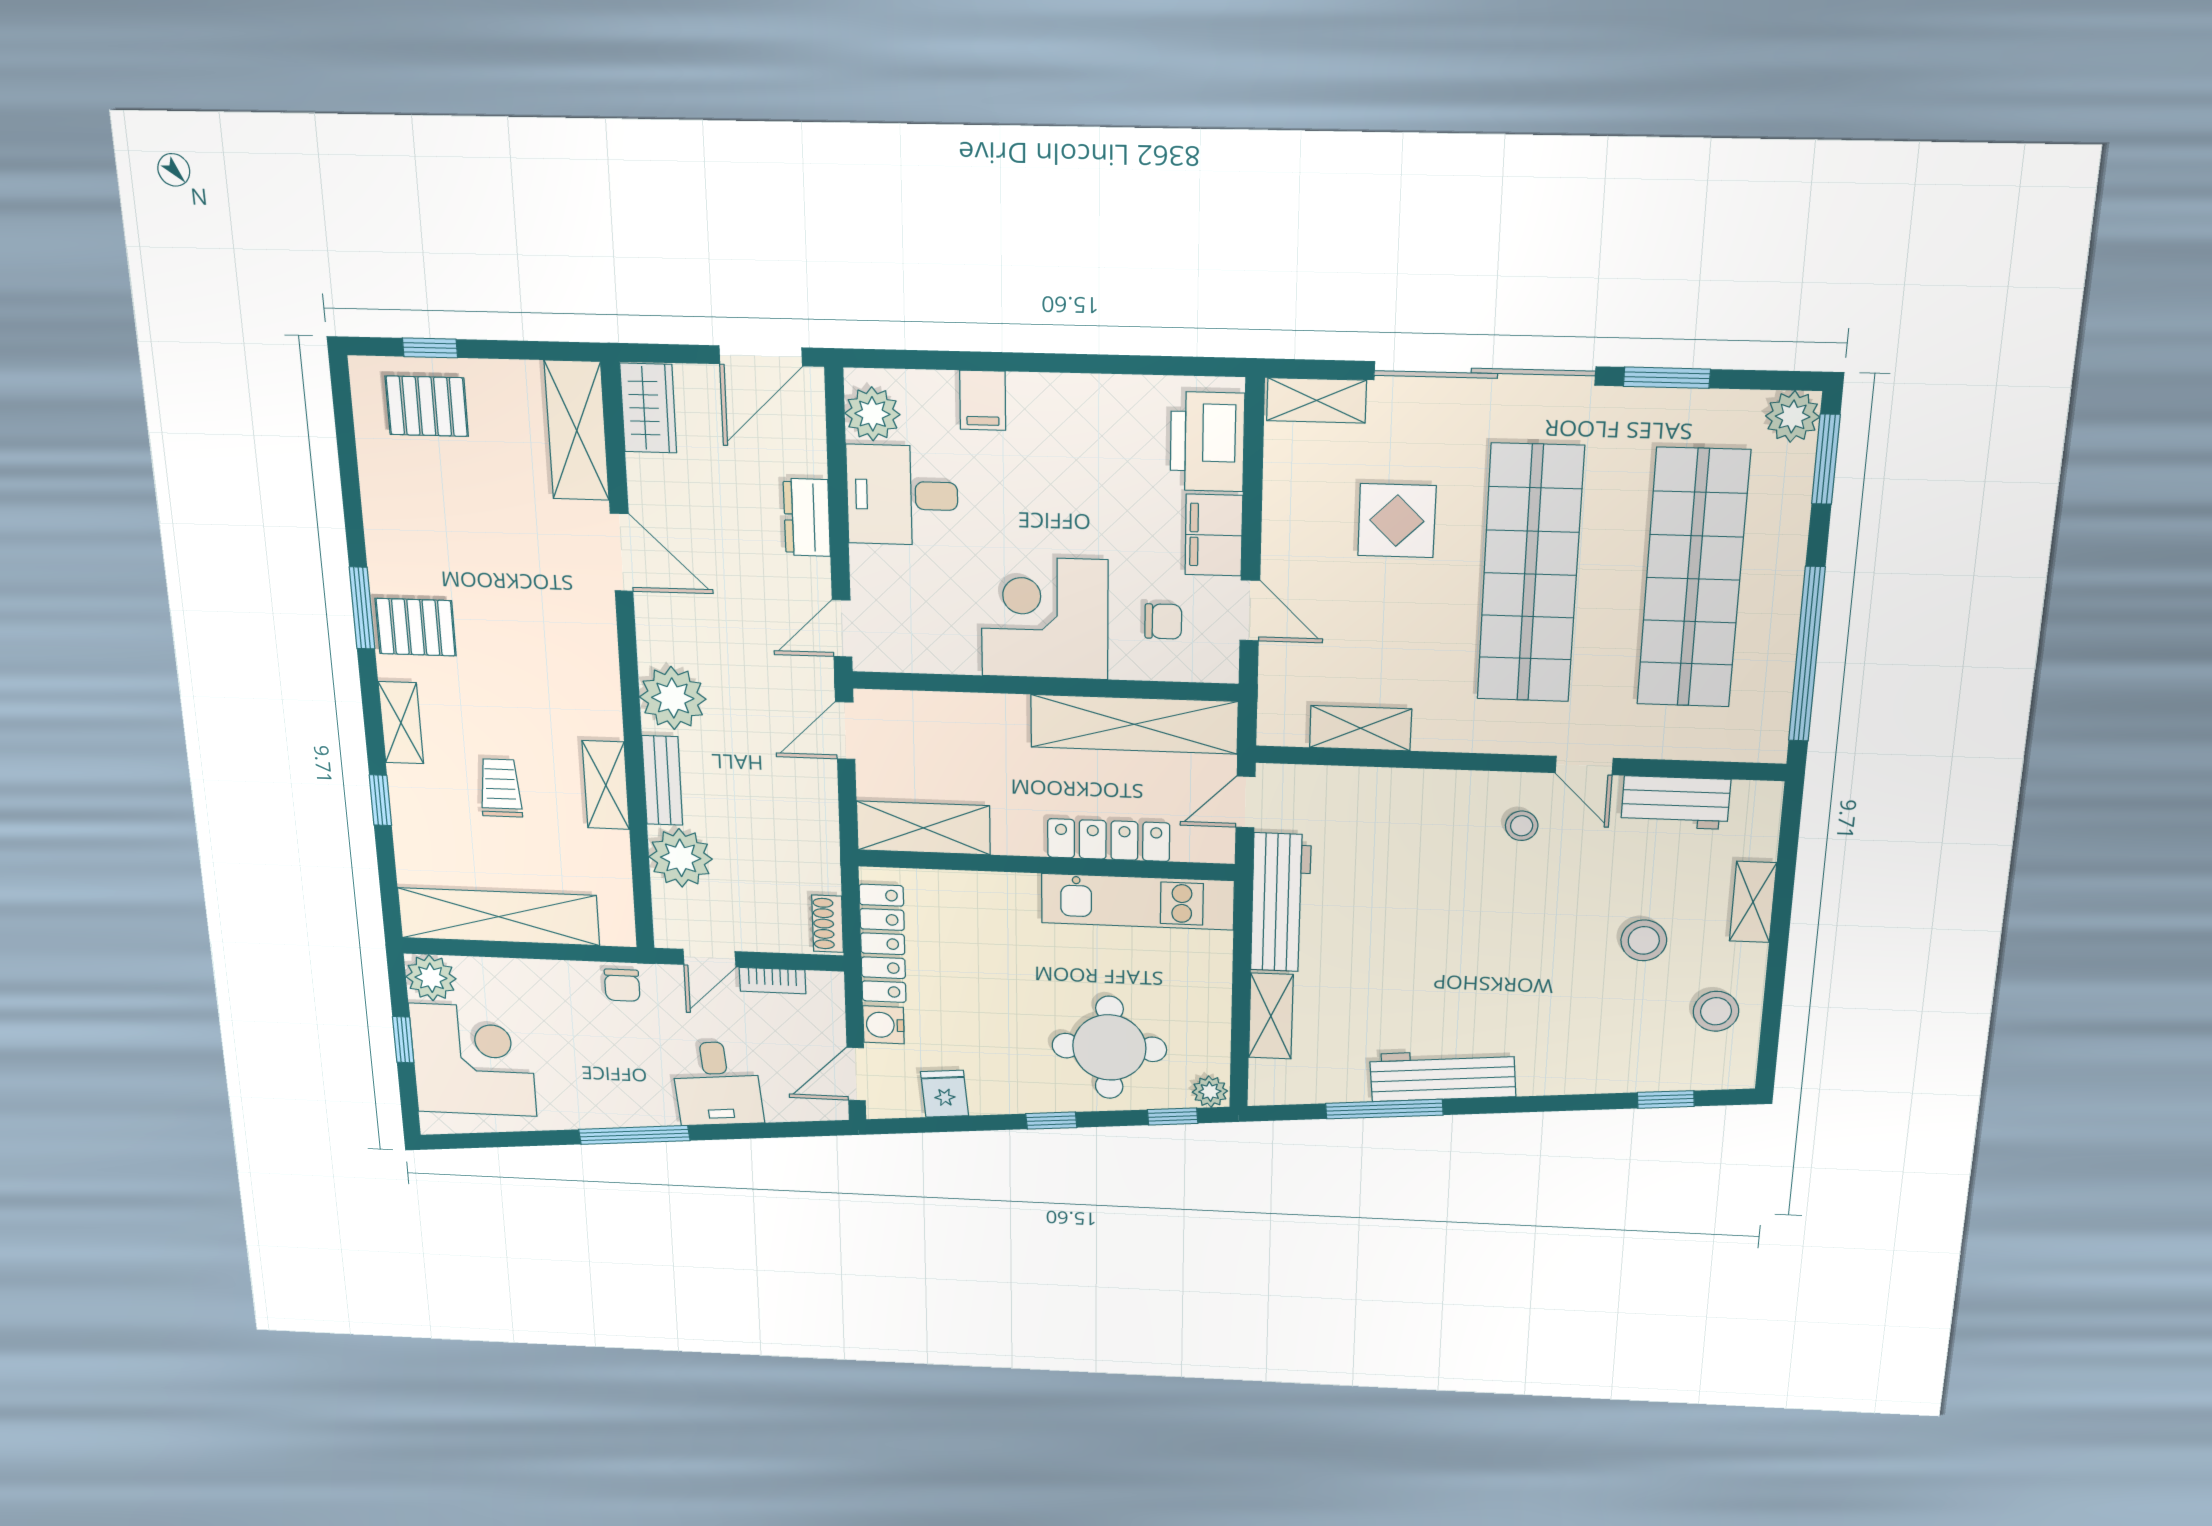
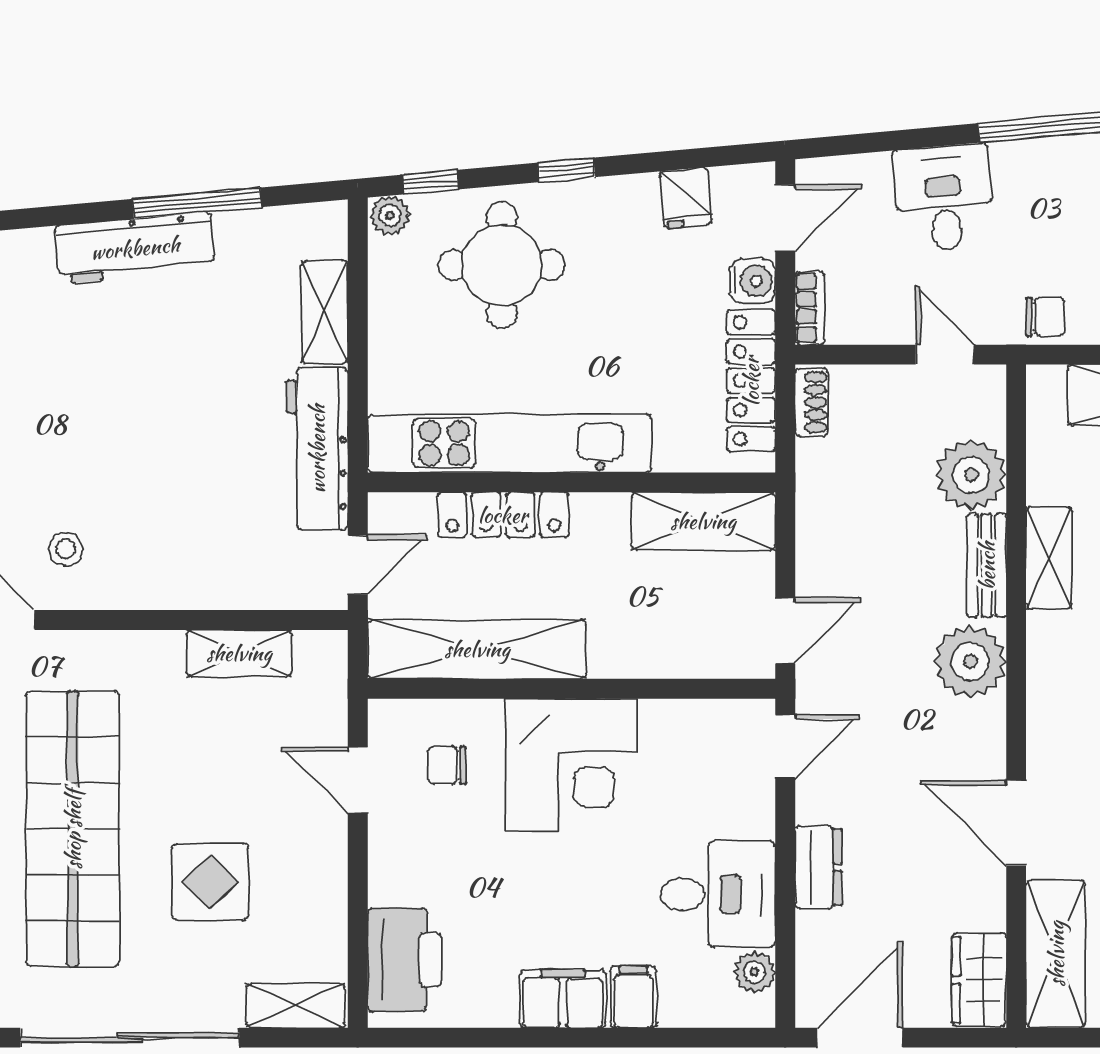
plant: (872, 414) -> (755, 972), width x0.73, depth x0.73
filing cabinet: (1214, 535) -> (563, 999), moved, turned -90
kitchen unit: (1138, 902) -> (509, 443), width x1.36
door: (709, 958) -> (945, 355), hinge flipped
bookcase: (773, 981) -> (810, 308), moved, turned 90
chair: (622, 985) -> (1045, 317), turned 90

